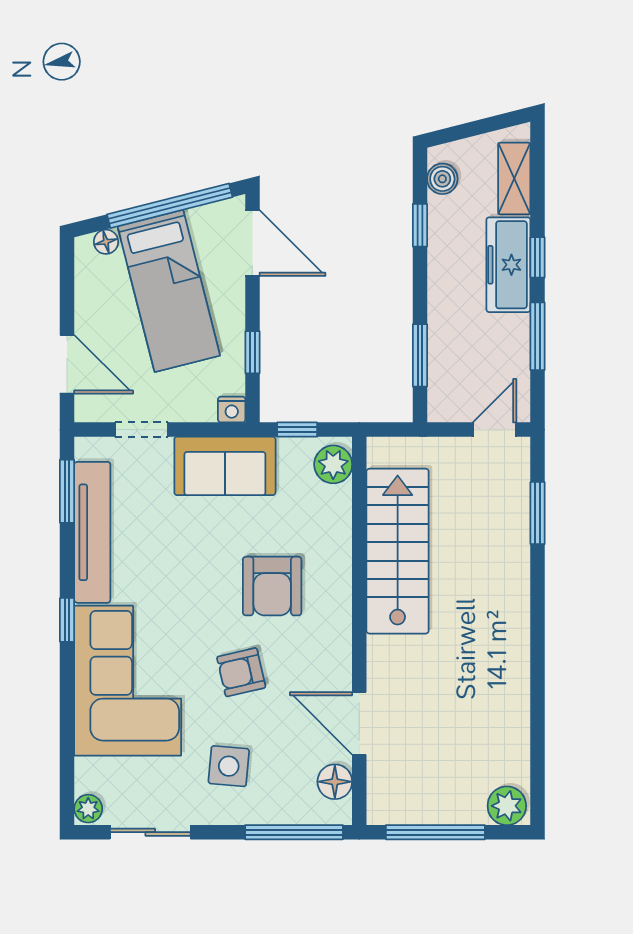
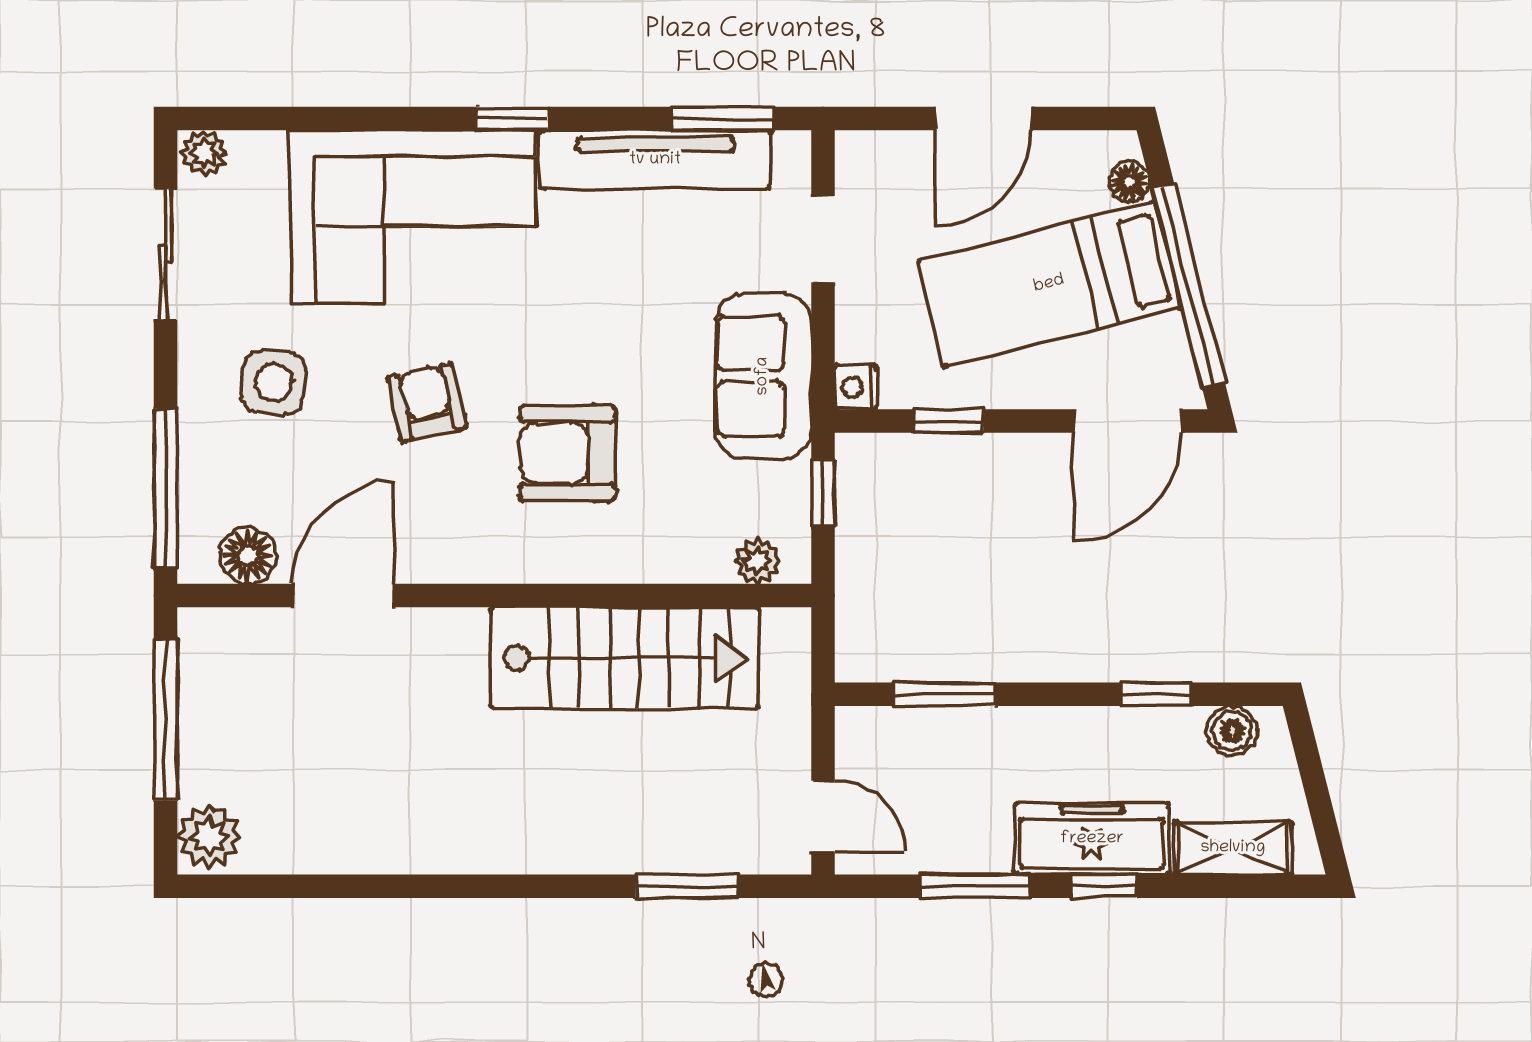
door: (67, 364) -> (984, 118), moved
plant: (333, 464) -> (758, 561), width x0.73, depth x0.73

